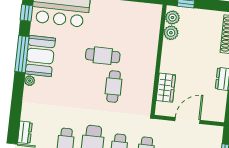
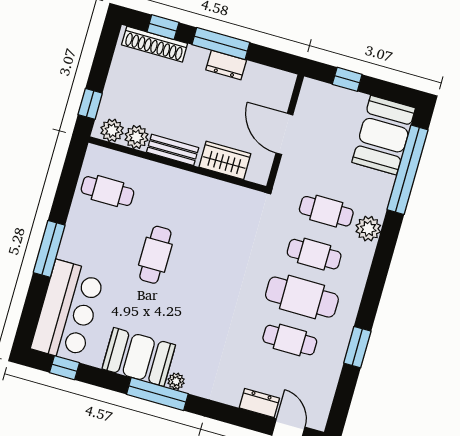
window: (22, 54) -> (157, 394), moved
bench: (167, 56) -> (173, 150), added
cafe table: (114, 86) -> (107, 191), moved

